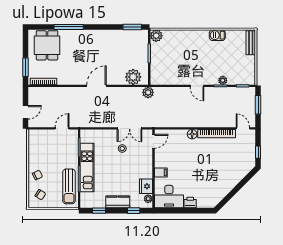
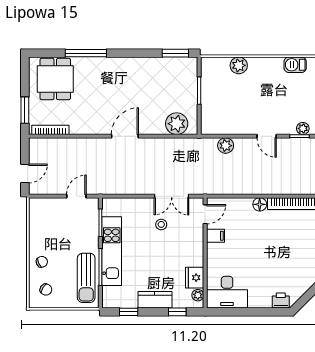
plant: (156, 36) -> (239, 65), moved
plant: (148, 92) -> (226, 146), moved
filing cabinet: (161, 172) -> (216, 236), moved
printer: (190, 203) -> (281, 301), moved

